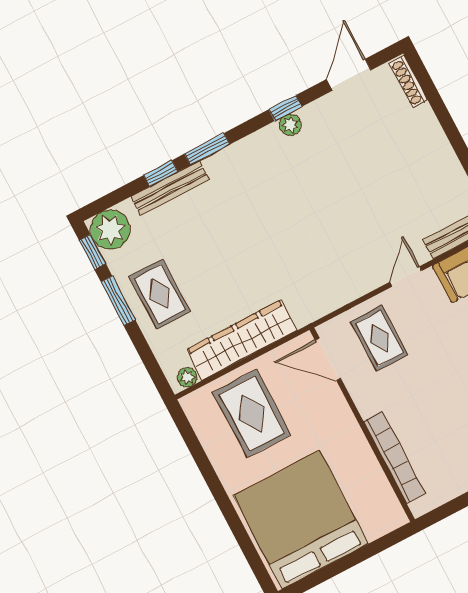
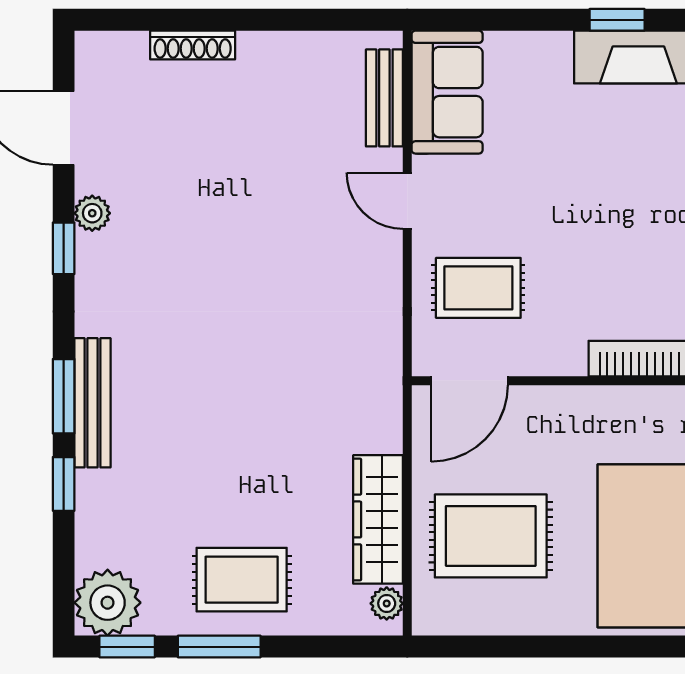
shoe rack: (408, 82) -> (193, 45), moved
plant: (290, 125) -> (92, 213), moved
bench: (170, 188) -> (93, 403), moved
wardrobe: (242, 340) -> (378, 519), width x0.71, depth x0.85

